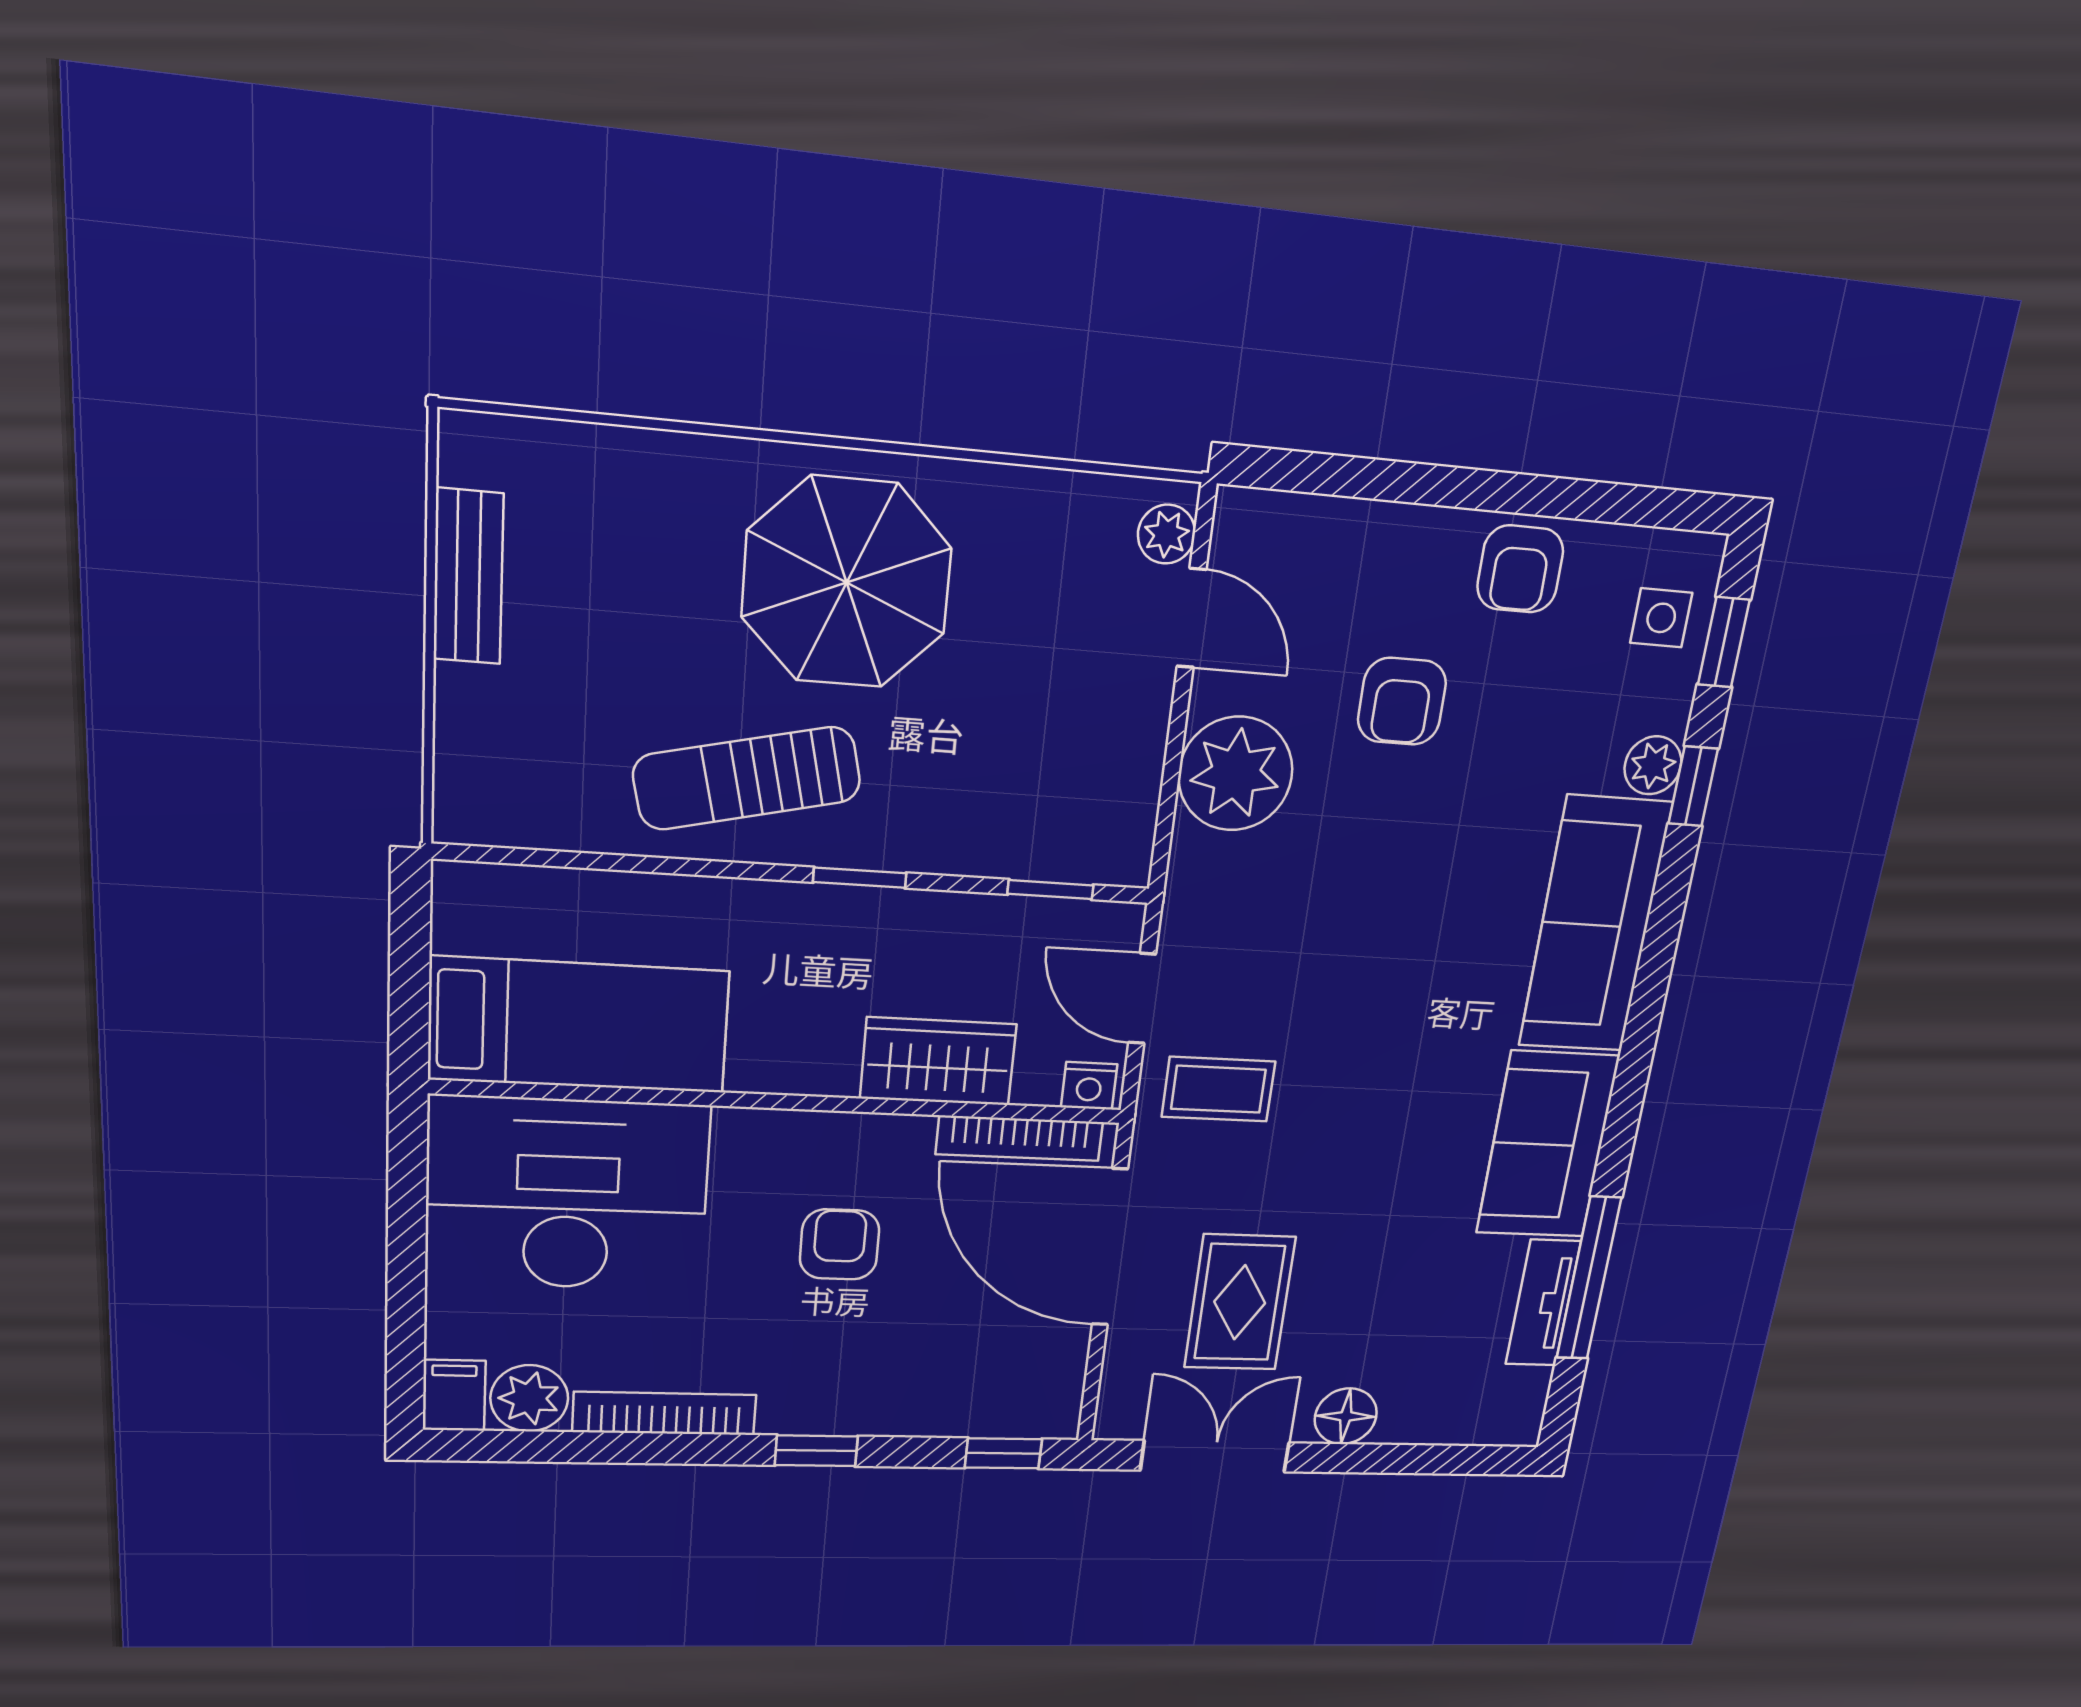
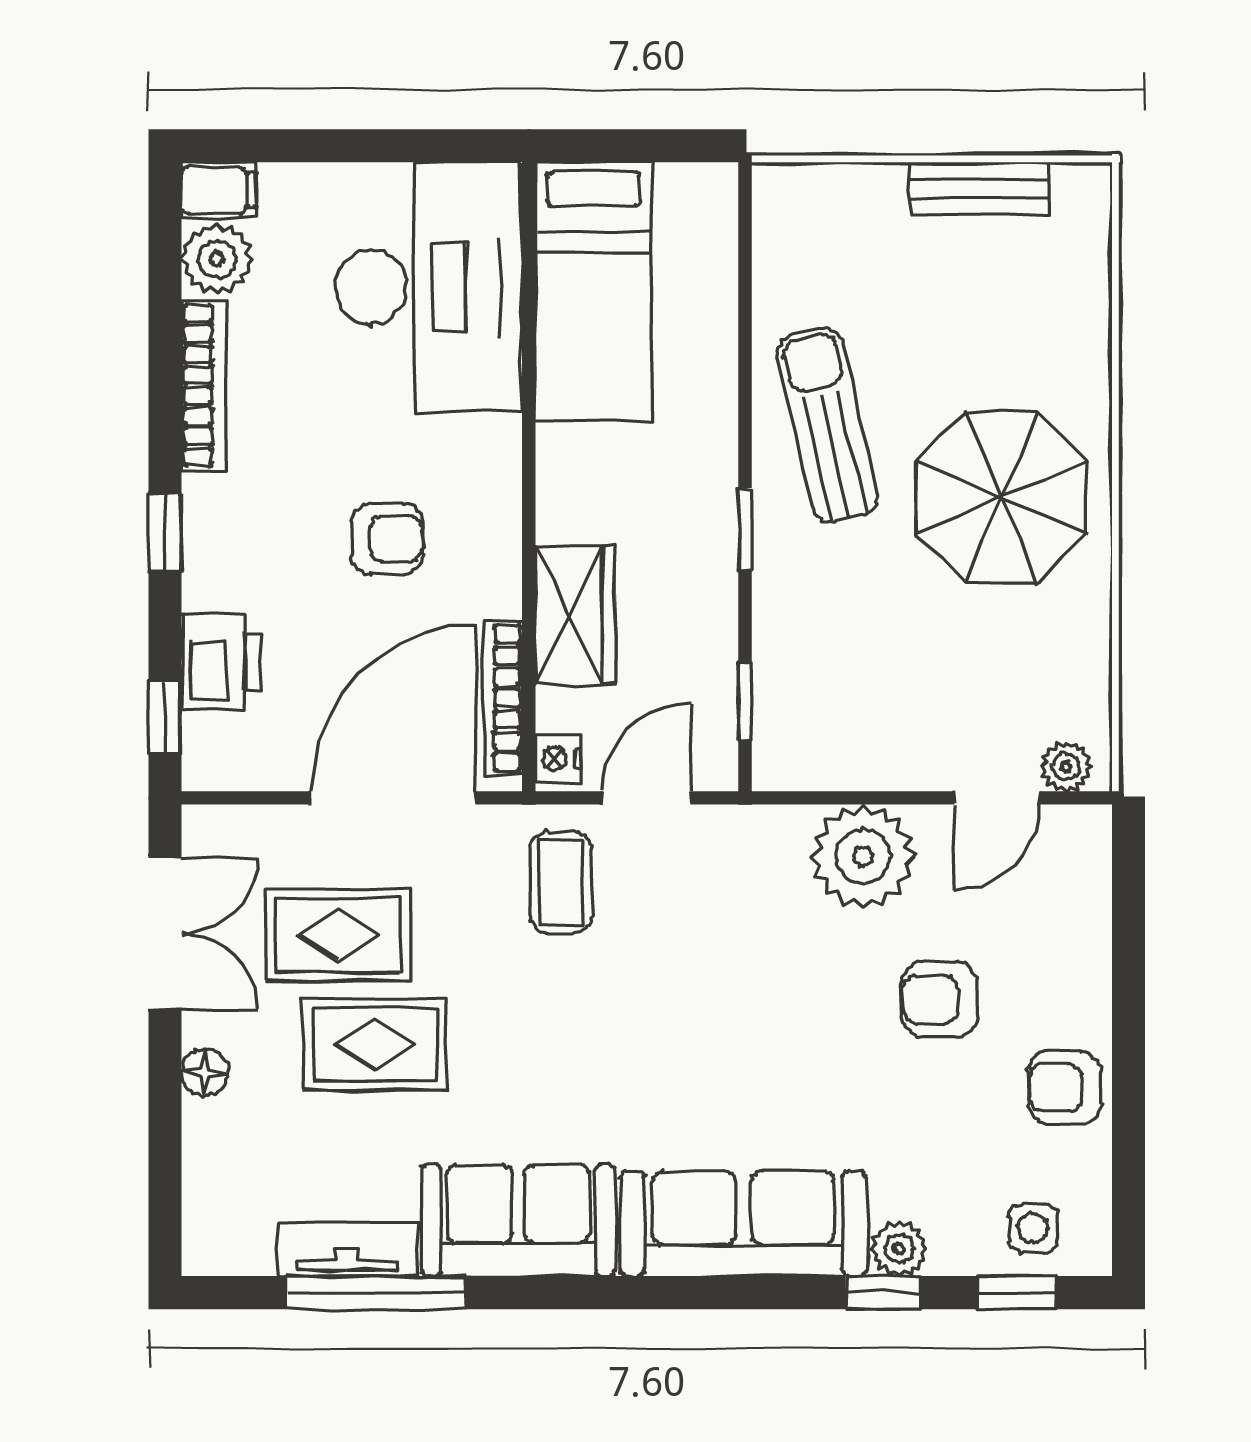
rug: (1352, 1272) -> (375, 1044), added
printer: (953, 1402) -> (221, 662), added
floor lamp: (1346, 1416) -> (205, 1072), width x0.73, depth x0.73

